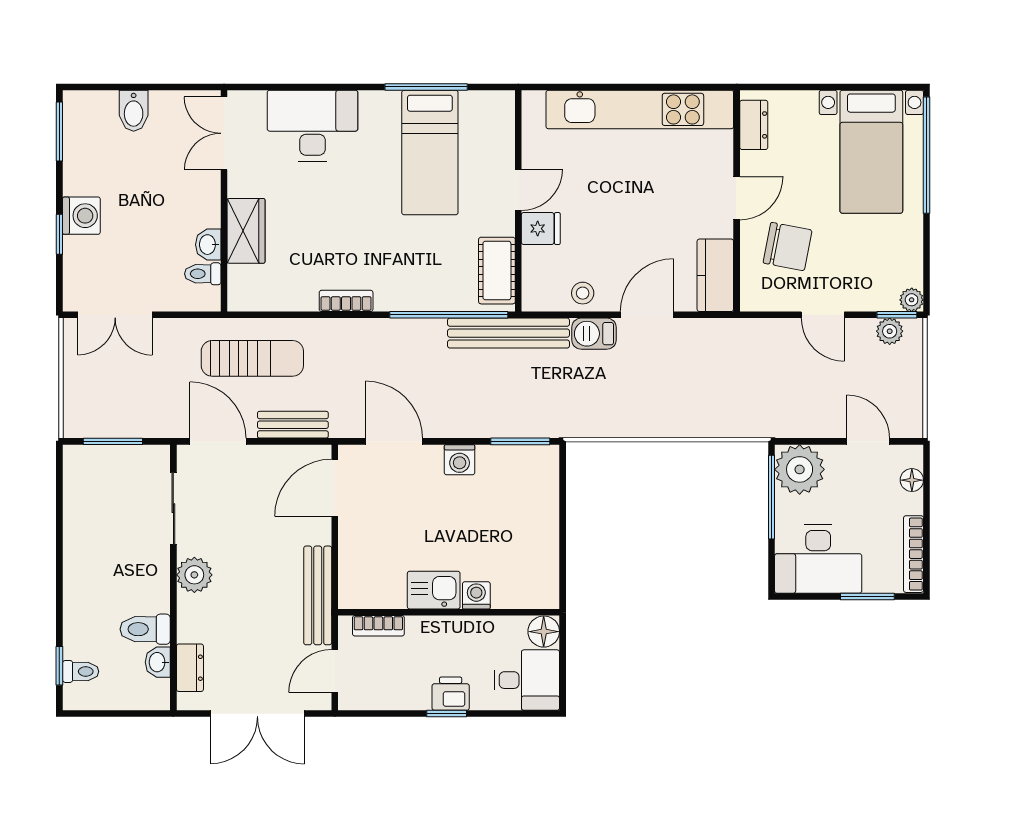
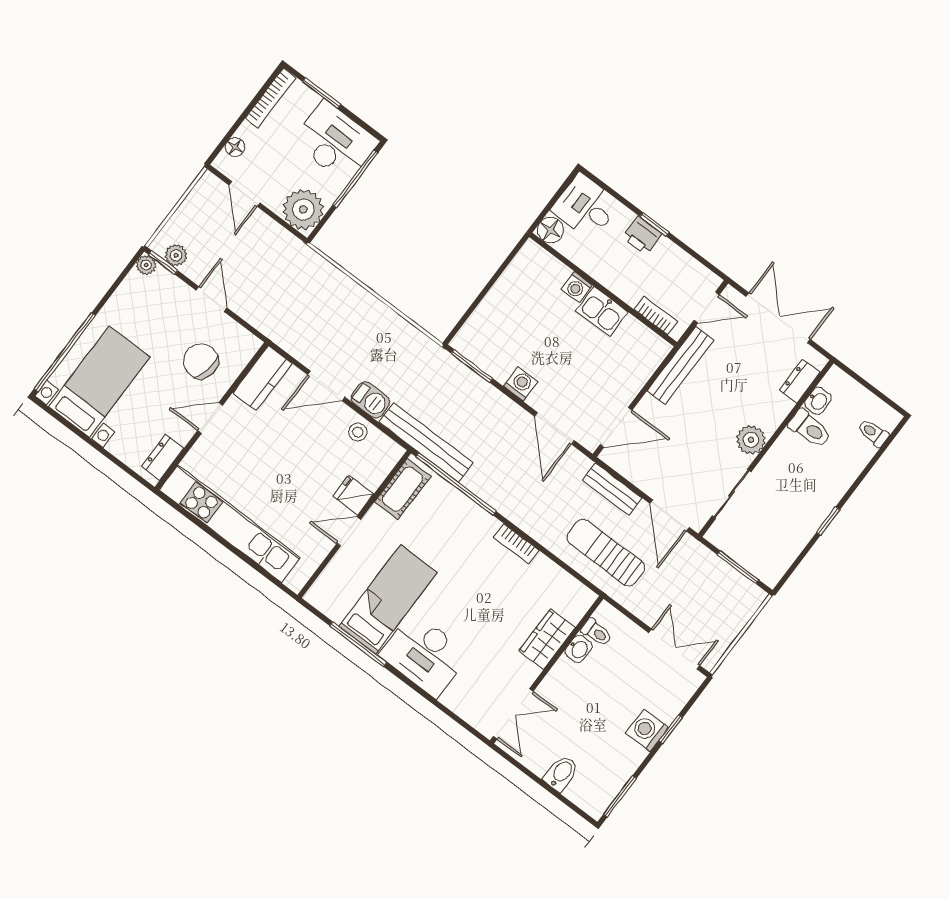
desk: (312, 126) -> (424, 654), moved
window: (771, 497) -> (355, 179), moved
window: (59, 666) -> (828, 521), moved

